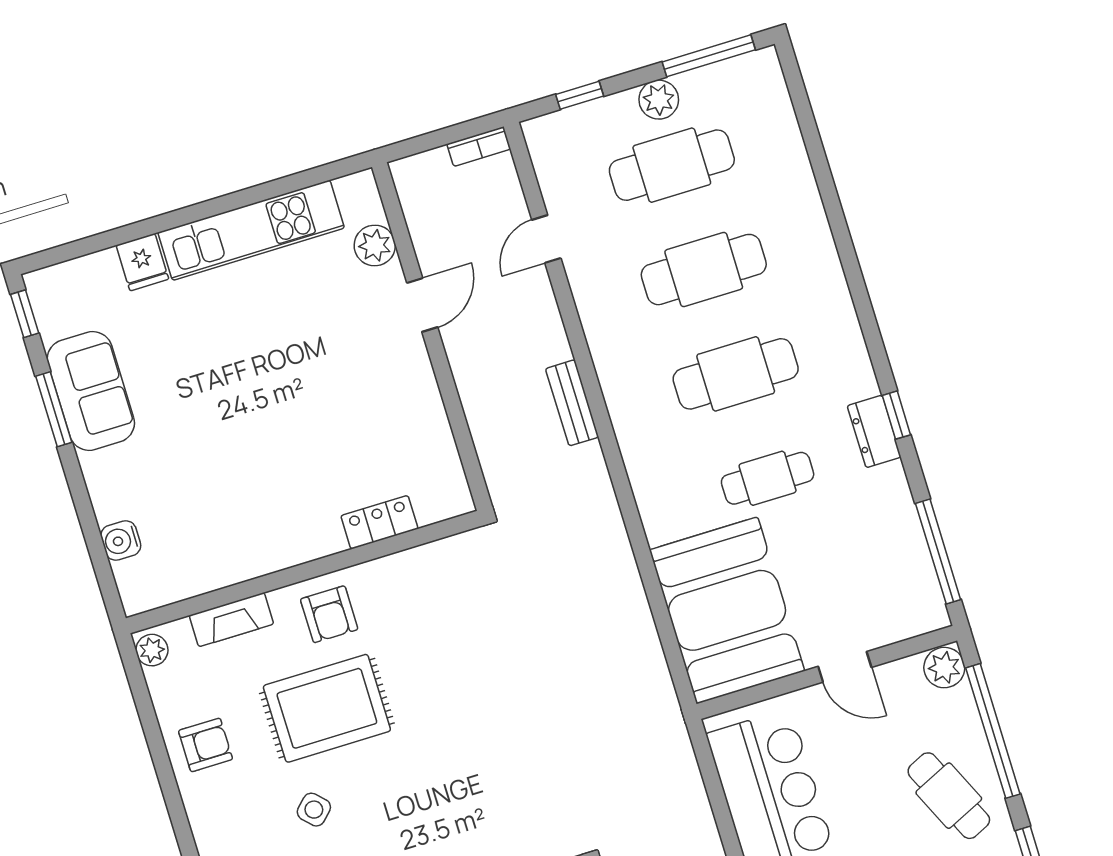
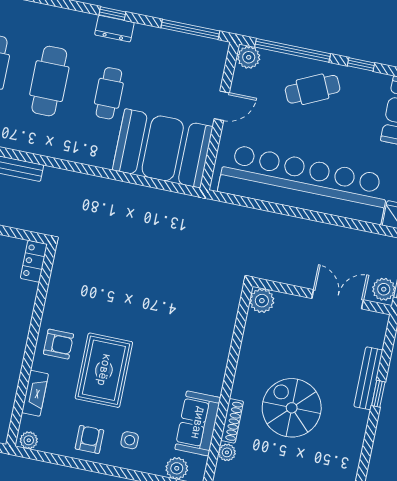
locker: (379, 522) -> (34, 261), moved
side table: (314, 810) -> (130, 440), moved, turned 45

